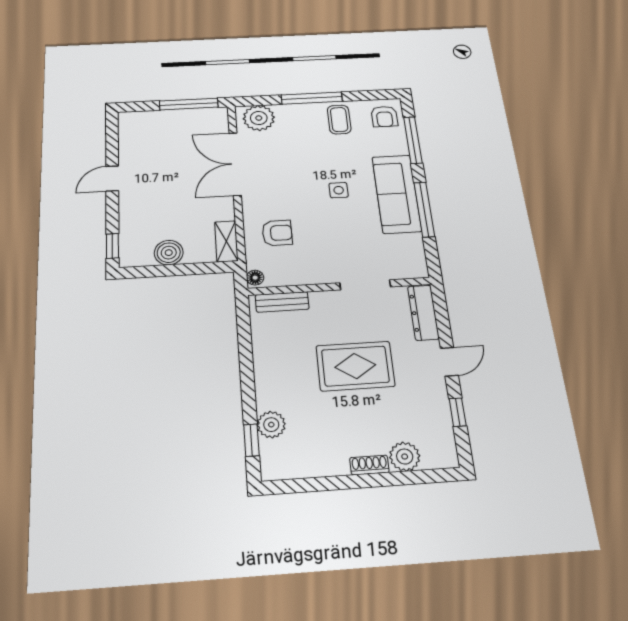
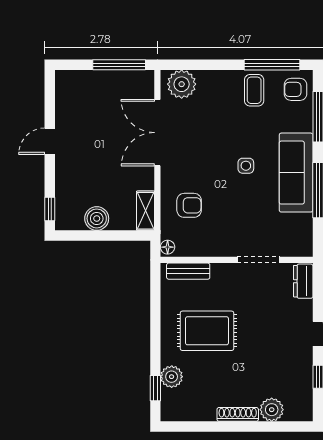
window: (312, 98) -> (272, 65), moved
armchair: (384, 116) -> (296, 89), turned 90
dresser: (423, 313) -> (303, 281), width x0.70
rug: (355, 366) -> (207, 331), moved
shoe rack: (369, 465) -> (238, 414), width x1.43

